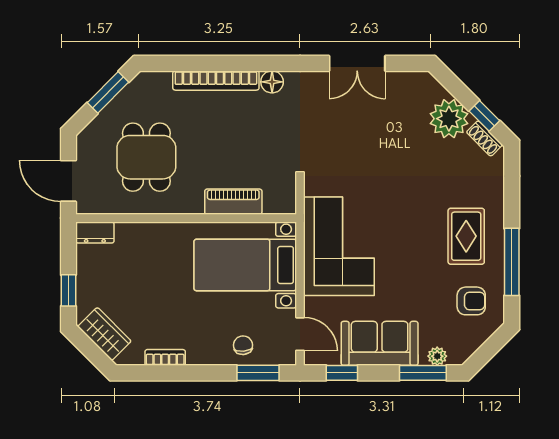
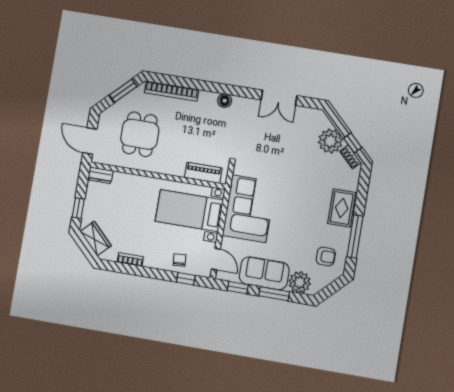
bookcase: (216, 81) -> (172, 91), moved
piano: (233, 202) -> (203, 173), moved
rug: (466, 236) -> (342, 208), moved
plant: (437, 356) -> (300, 282), width x1.88, depth x1.88
window: (258, 373) -> (186, 279), width x0.67
window: (423, 373) -> (274, 294), moved

